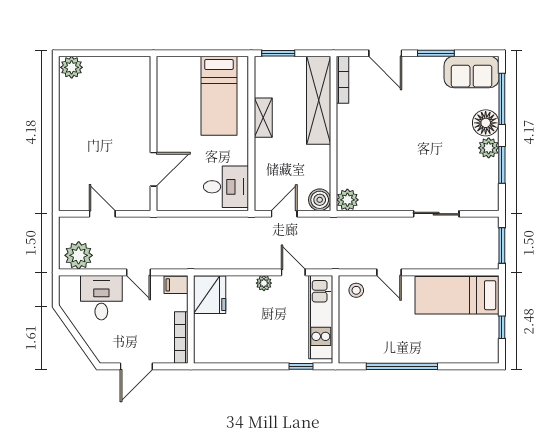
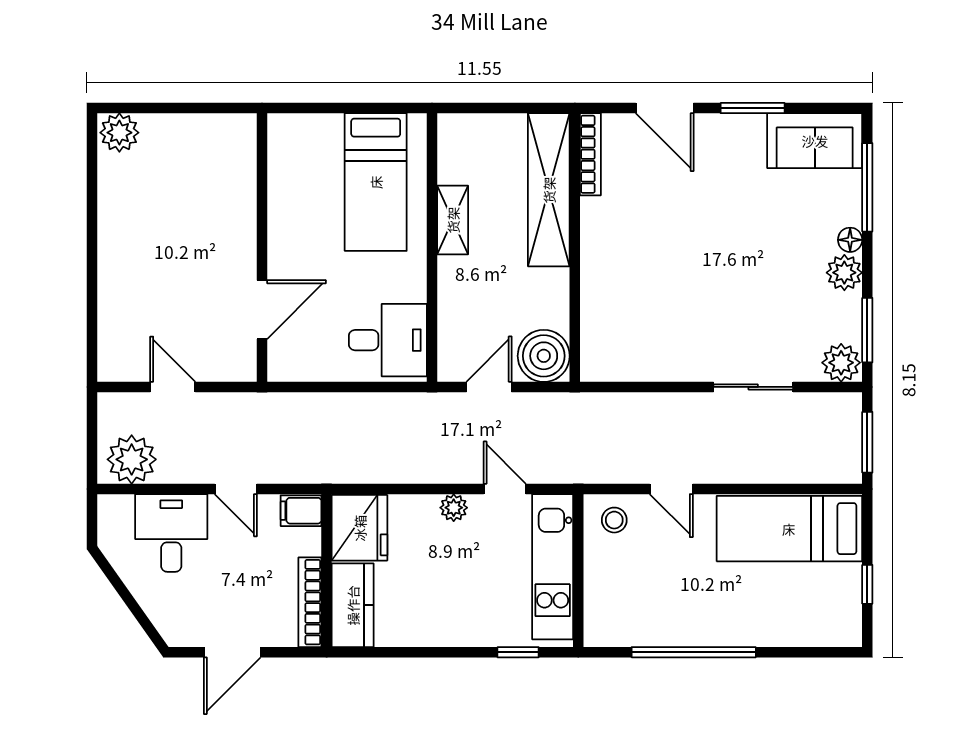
window: (278, 53) -> (479, 108), removed
floor lamp: (486, 123) -> (850, 240), width x0.53, depth x0.53
window: (502, 165) -> (867, 330), moved
boiler: (320, 200) -> (544, 356), width x1.37, depth x1.37
plant: (347, 200) -> (841, 363), moved
kitchen counter: (206, 339) -> (353, 605), added

